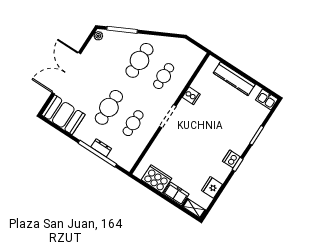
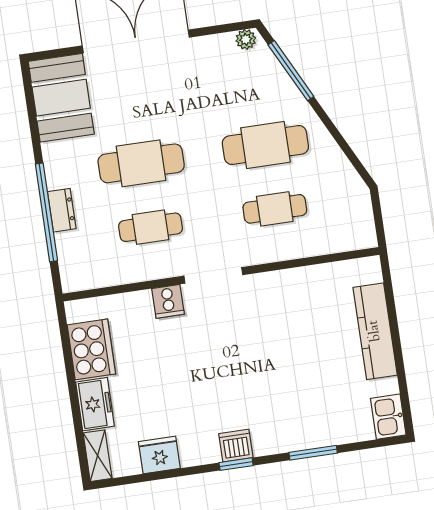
cooker: (191, 96) -> (168, 301), moved

